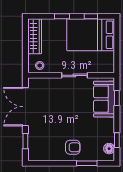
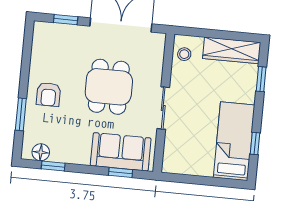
window: (62, 16) -> (261, 79), moved
bed: (91, 35) -> (234, 141), width x0.67
dining table: (64, 110) -> (109, 87), added

